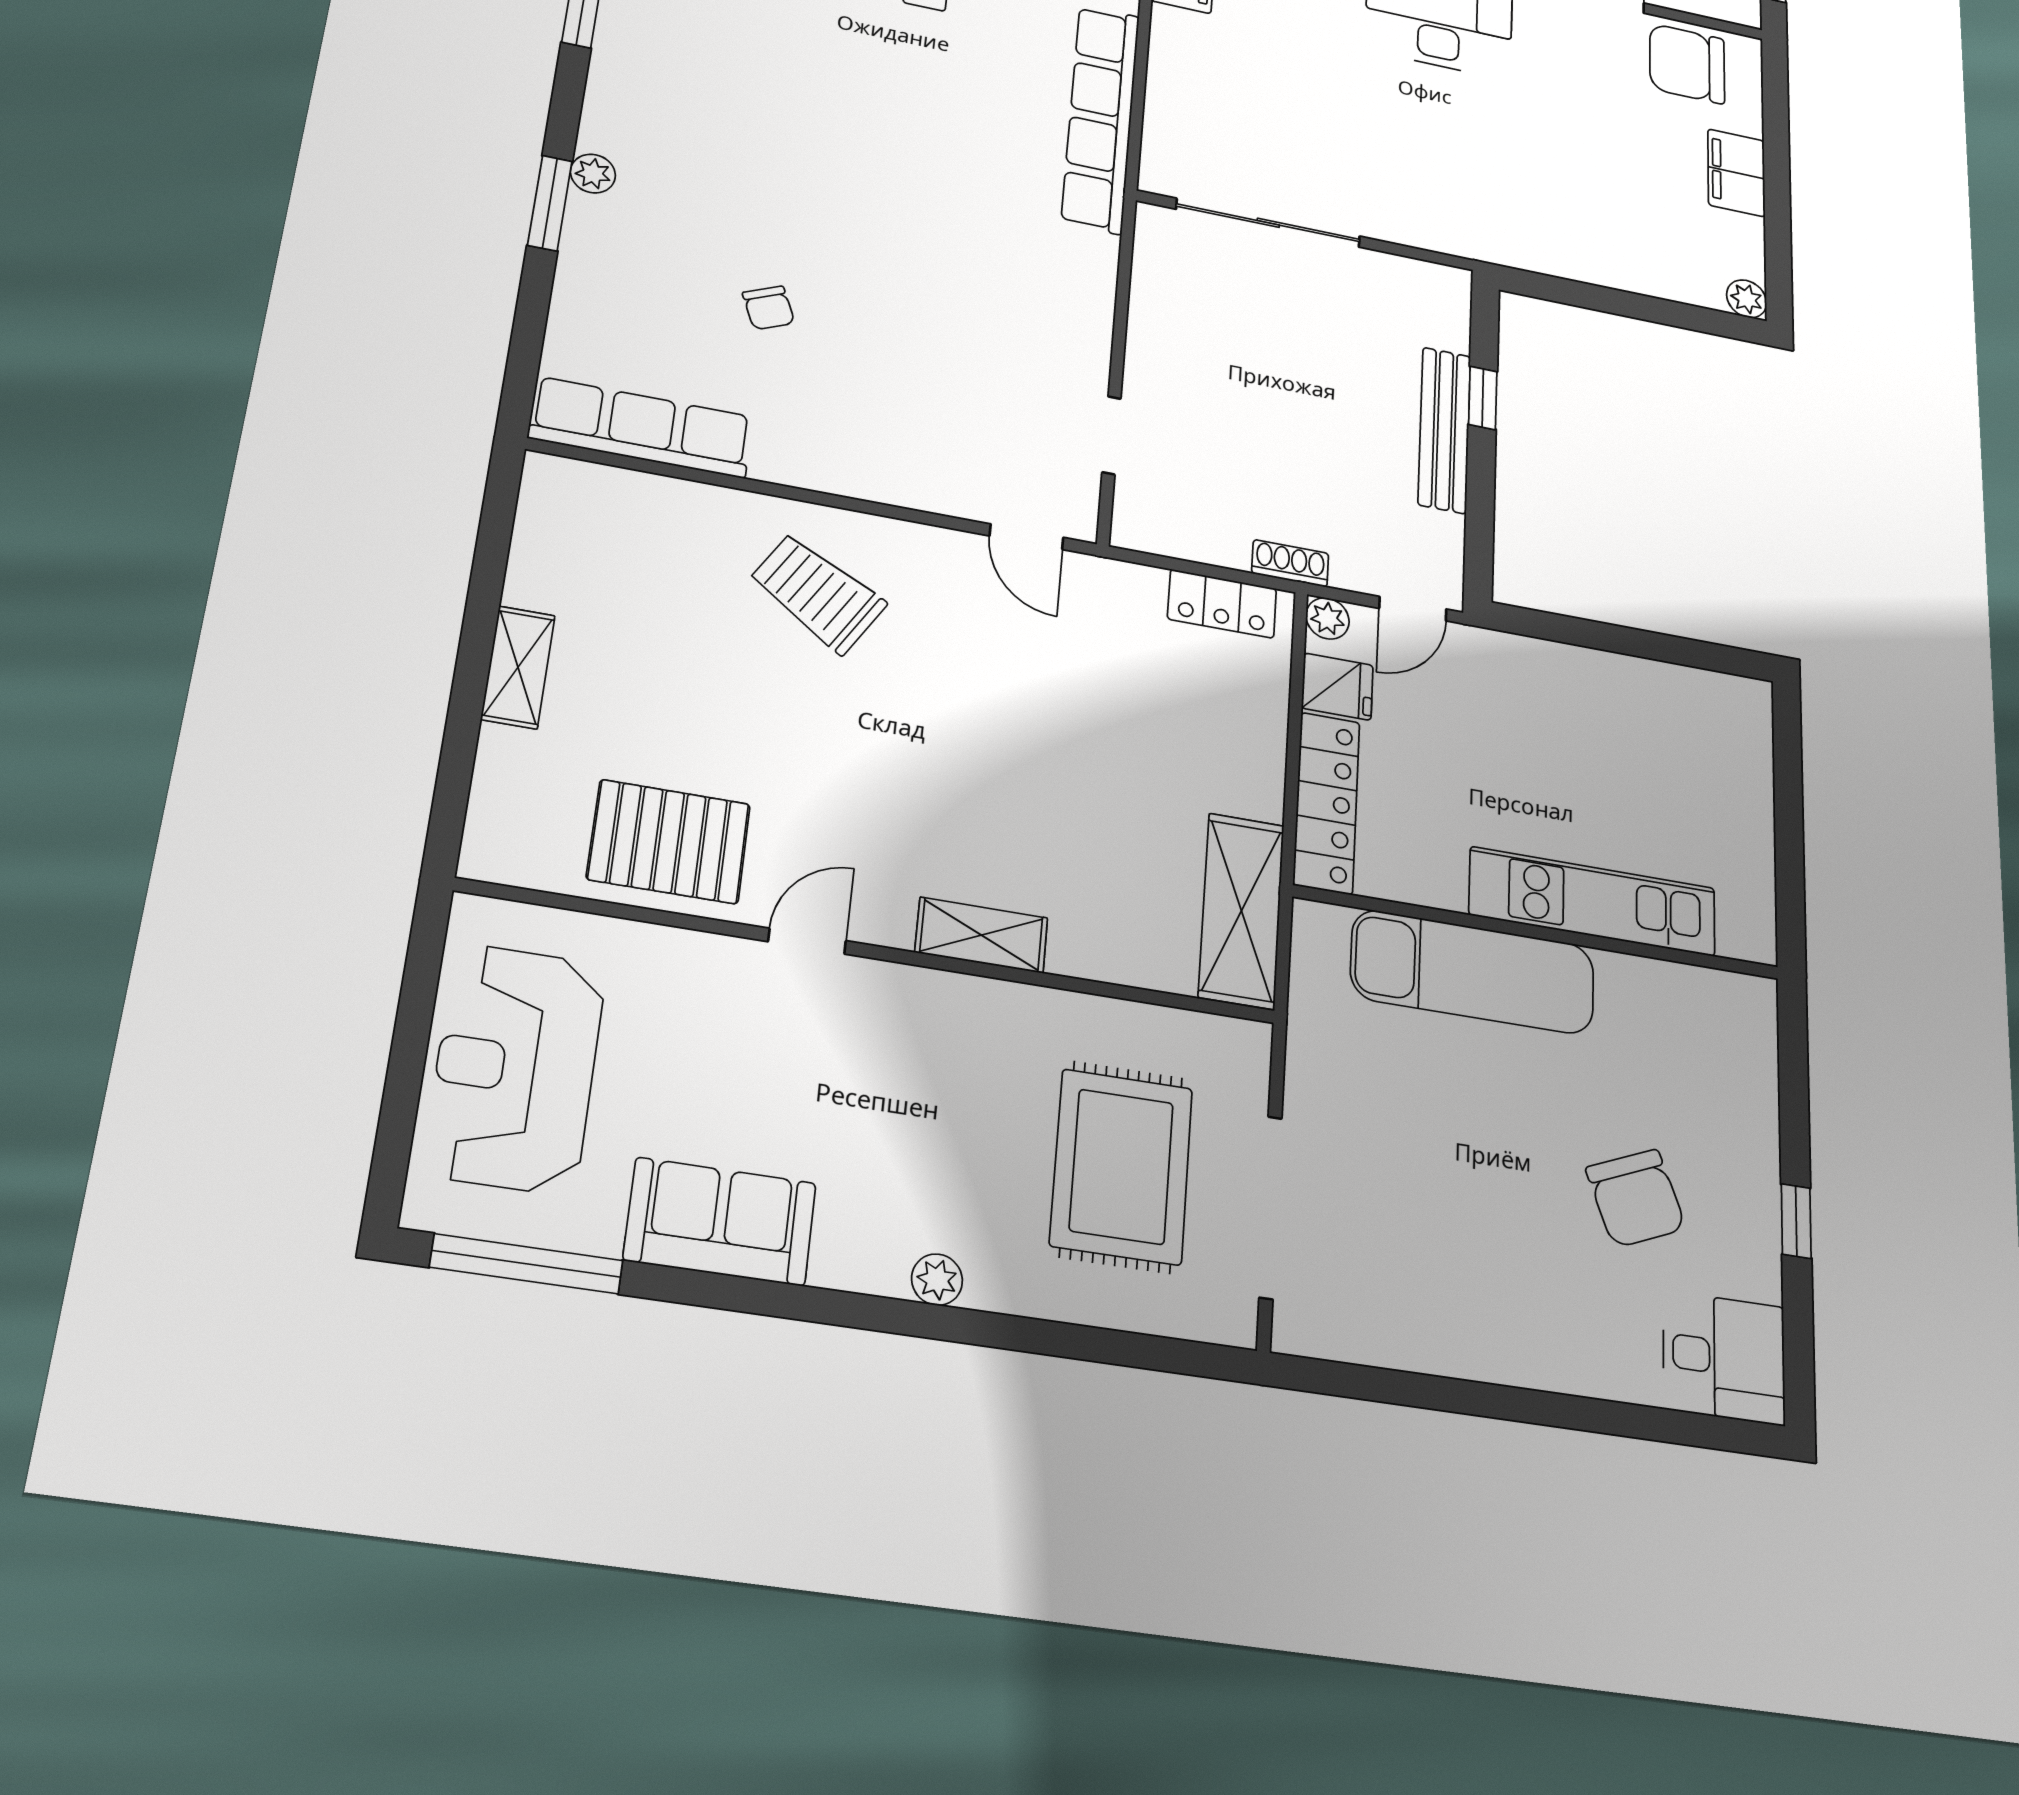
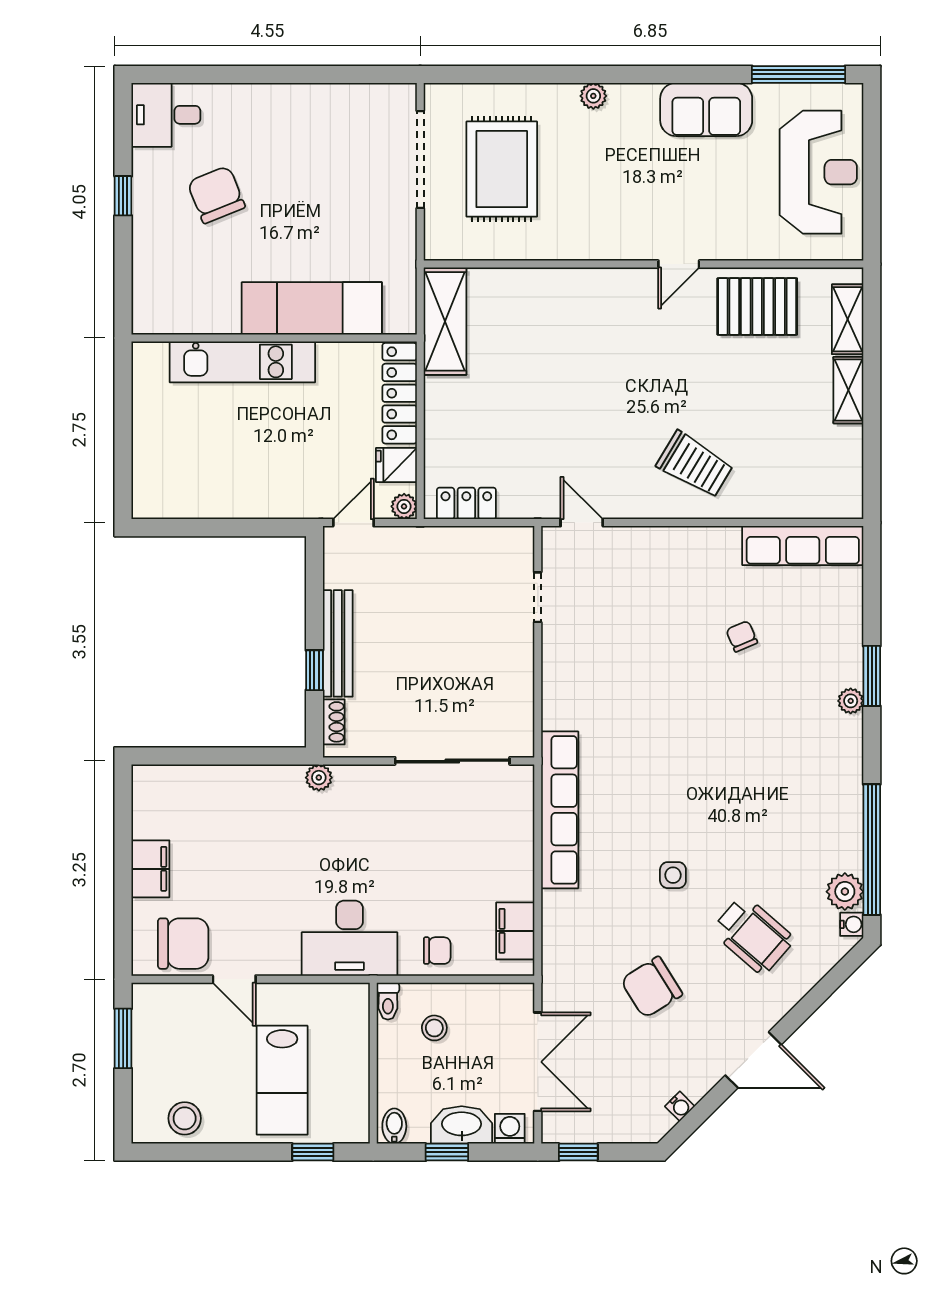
plant: (1747, 299) -> (319, 778), moved
shoe rack: (1290, 563) -> (334, 722), moved, turned -90
shelving: (981, 935) -> (848, 319), moved, turned 90

